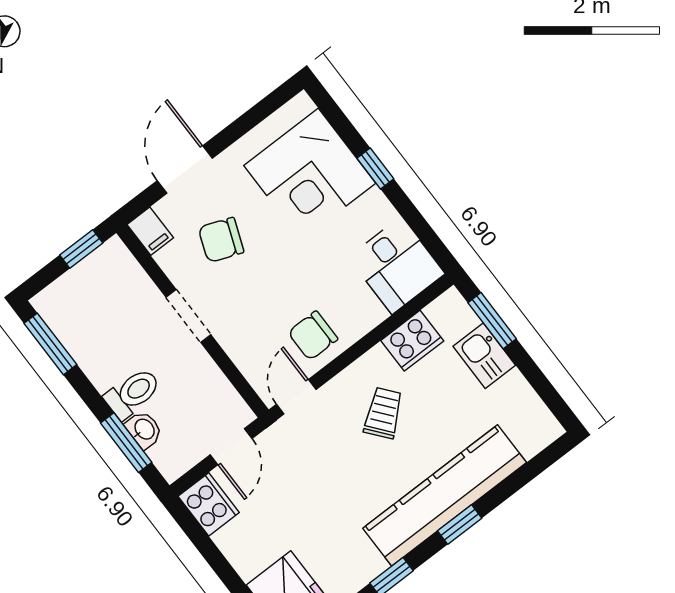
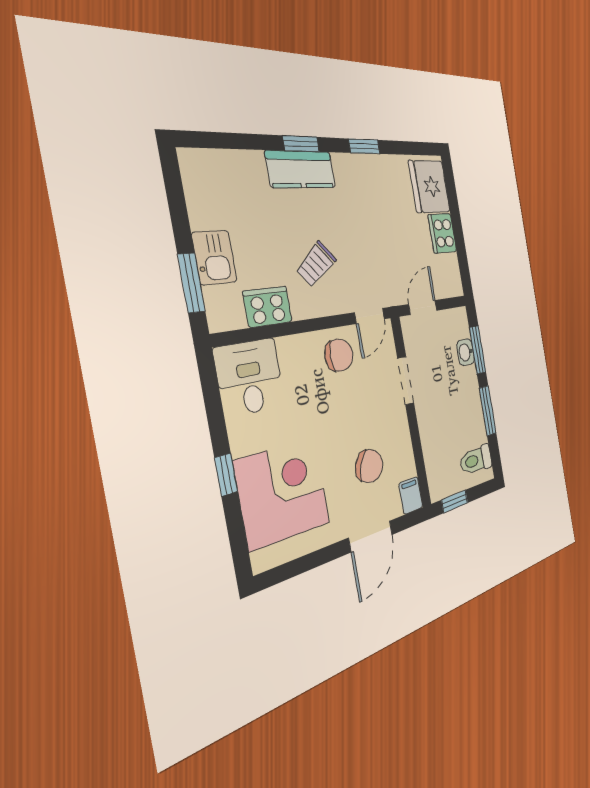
doorway: (188, 316) -> (406, 381), moved
window: (50, 344) -> (488, 411), moved
toilet: (133, 393) -> (476, 460), moved
kitchen counter: (445, 495) -> (301, 169), width x0.48, depth x0.86
cooker: (209, 504) -> (442, 233), moved

